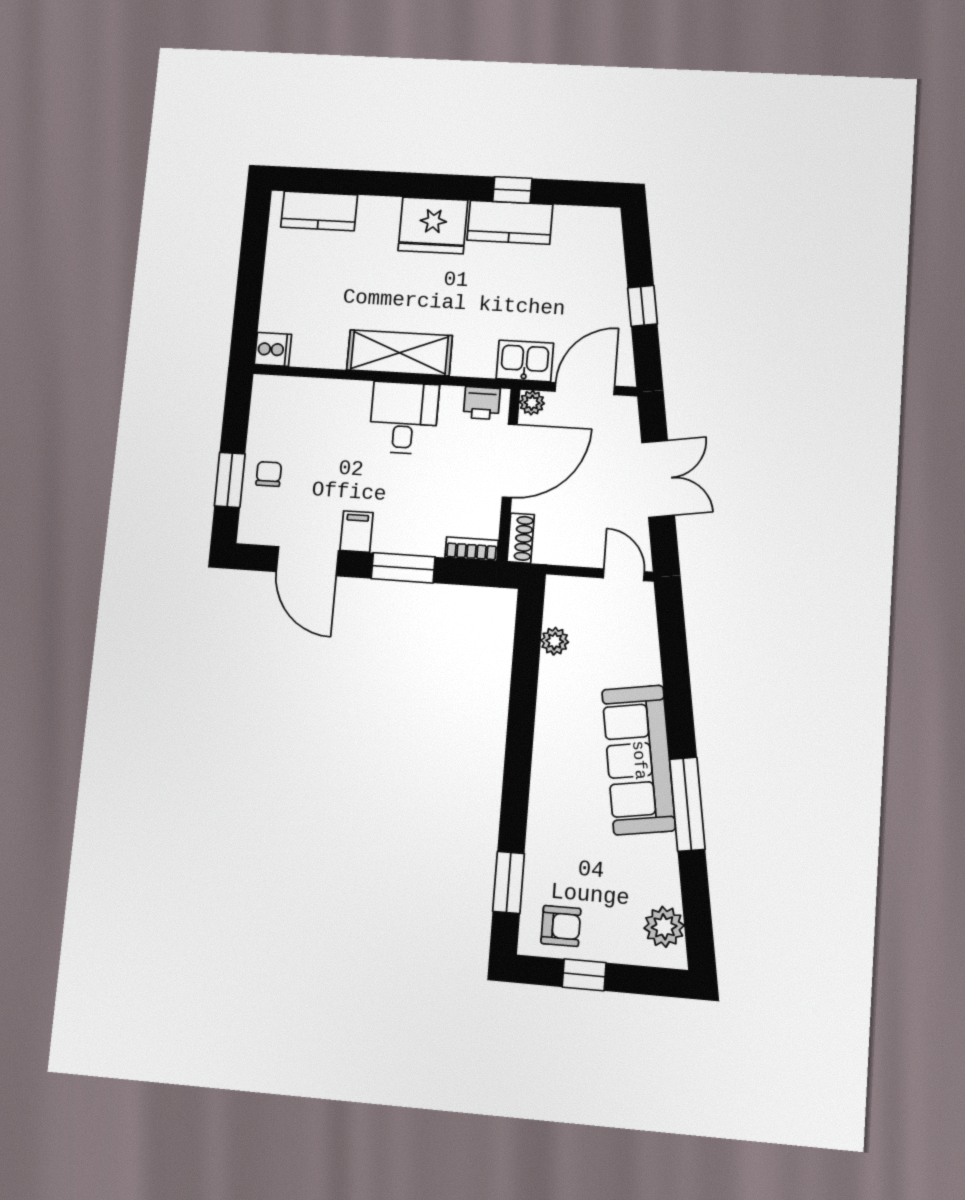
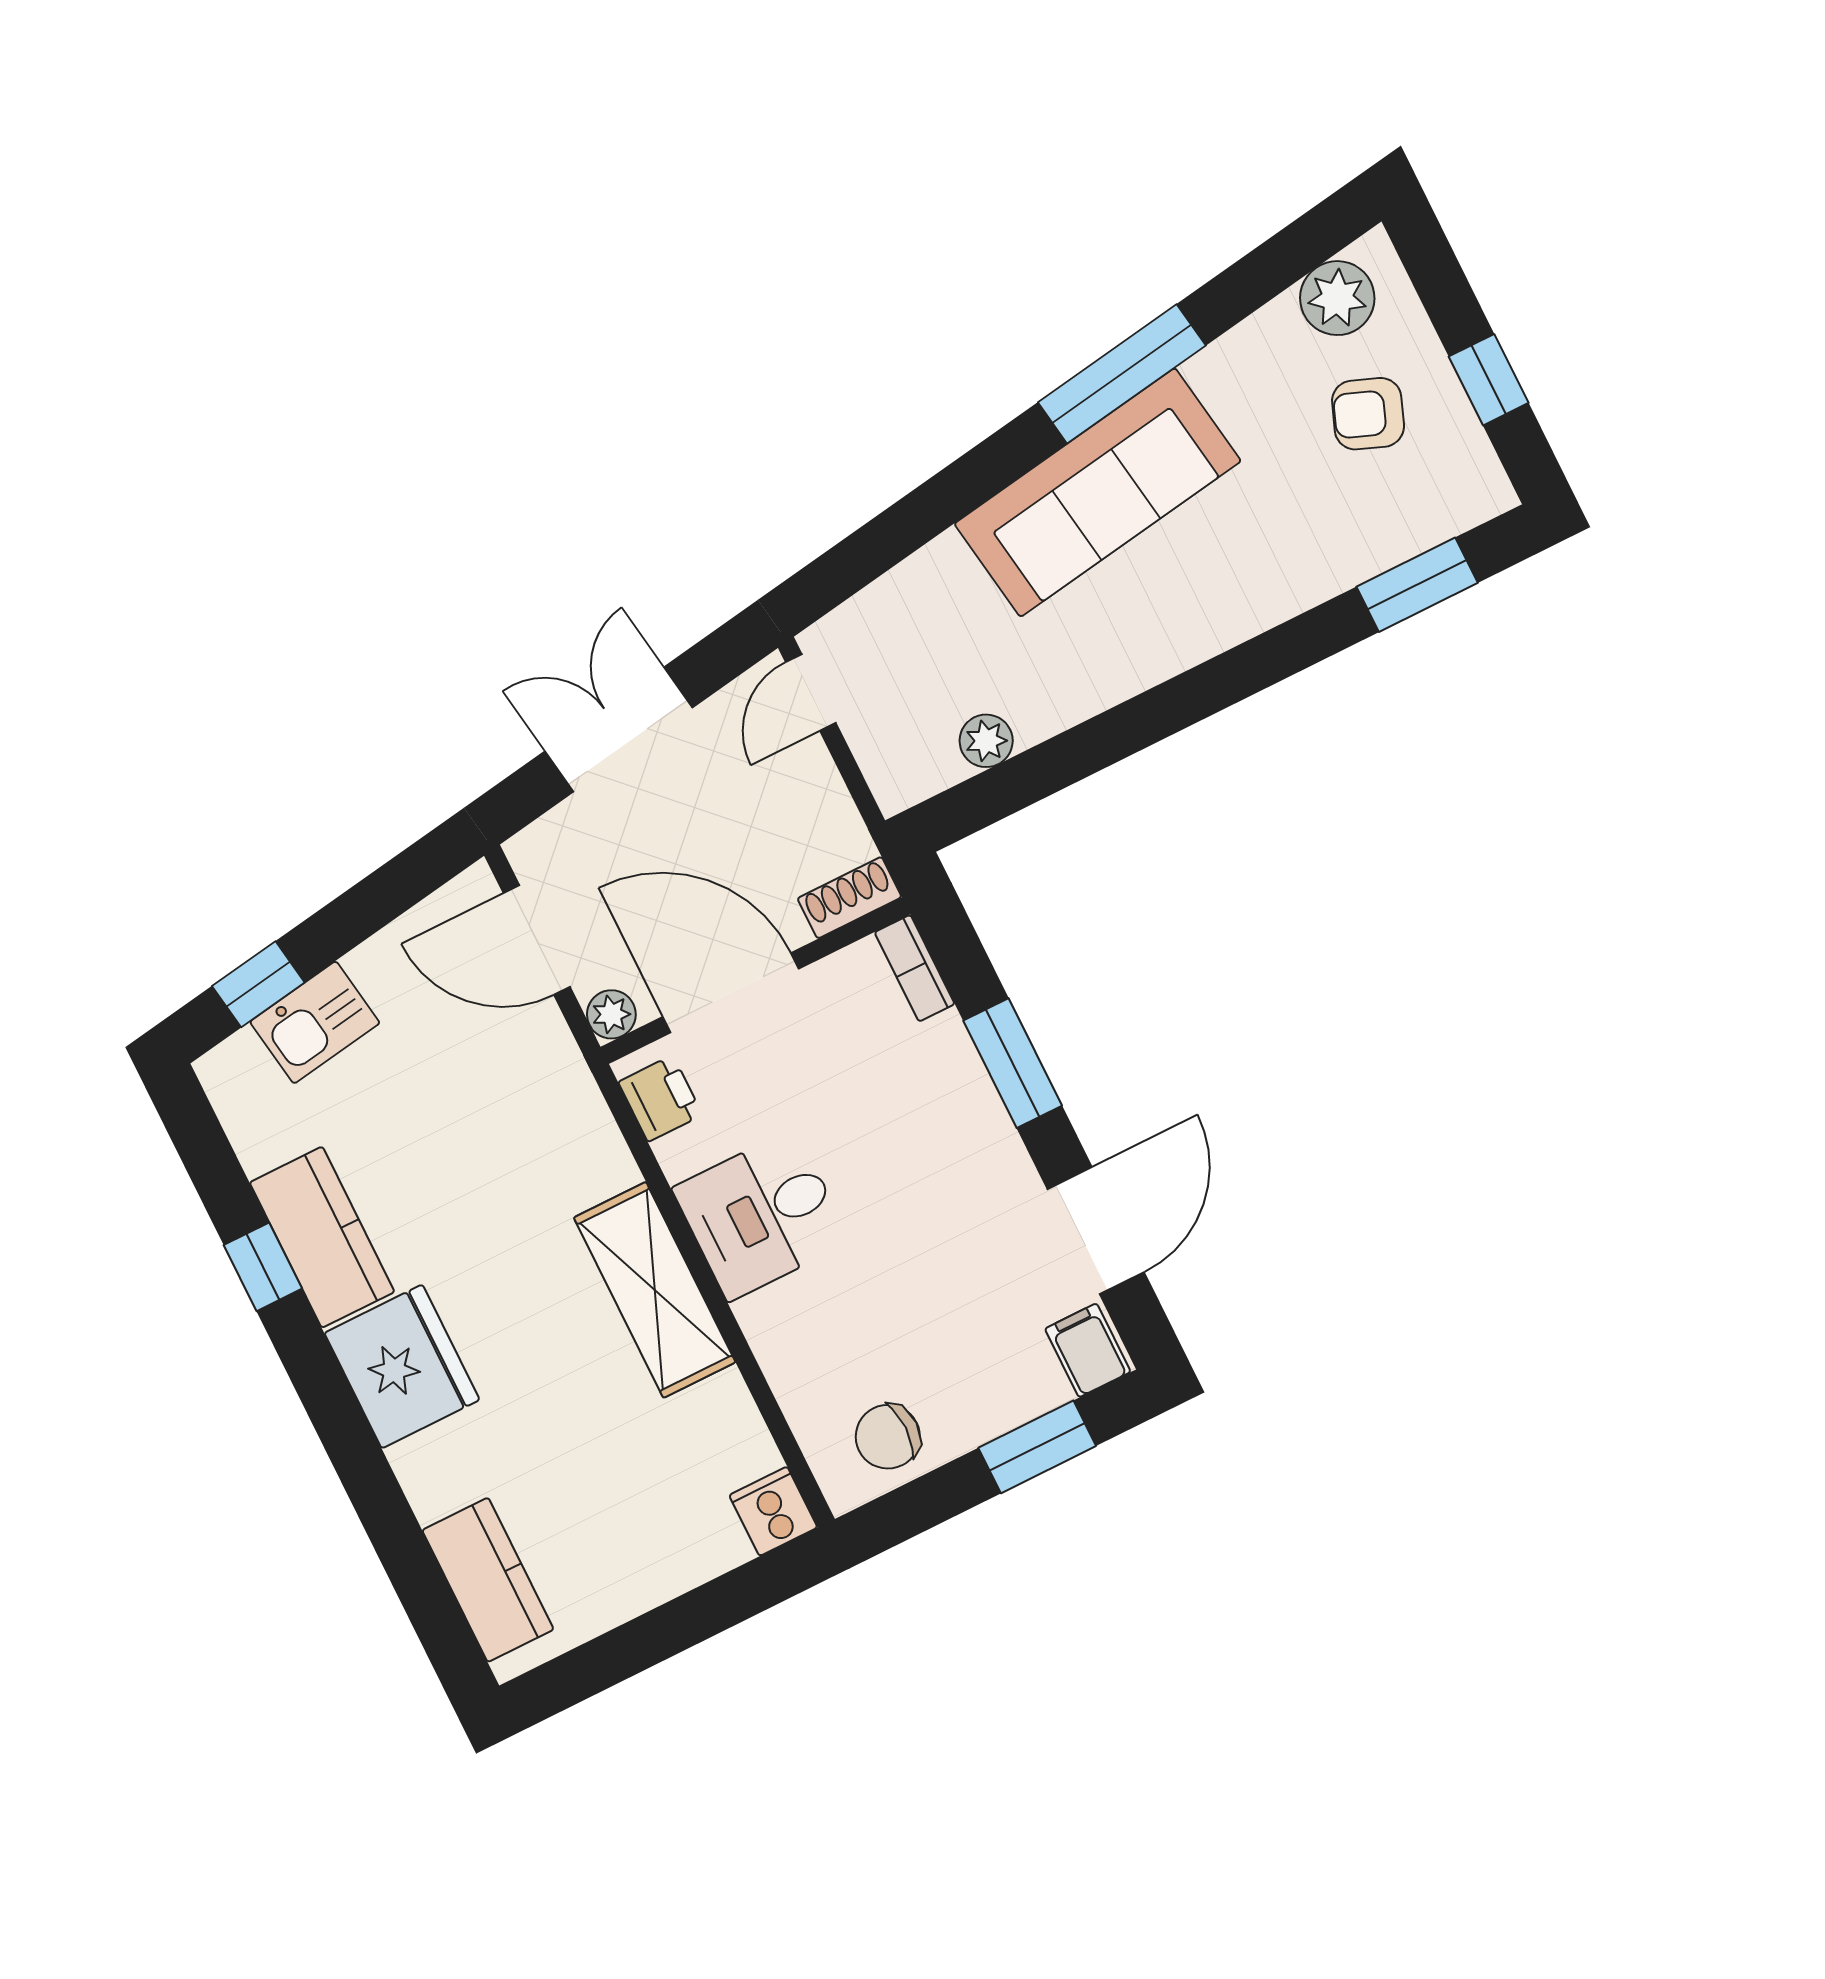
window: (642, 306) -> (258, 984), moved
kitchen sink: (525, 361) -> (315, 1022), moved, turned -99
chair: (269, 474) -> (888, 1437), moved, width x1.37, depth x1.37
filing cabinet: (357, 531) -> (1088, 1350), moved, turned 90
armchair: (561, 926) -> (1368, 414), moved, turned -69

